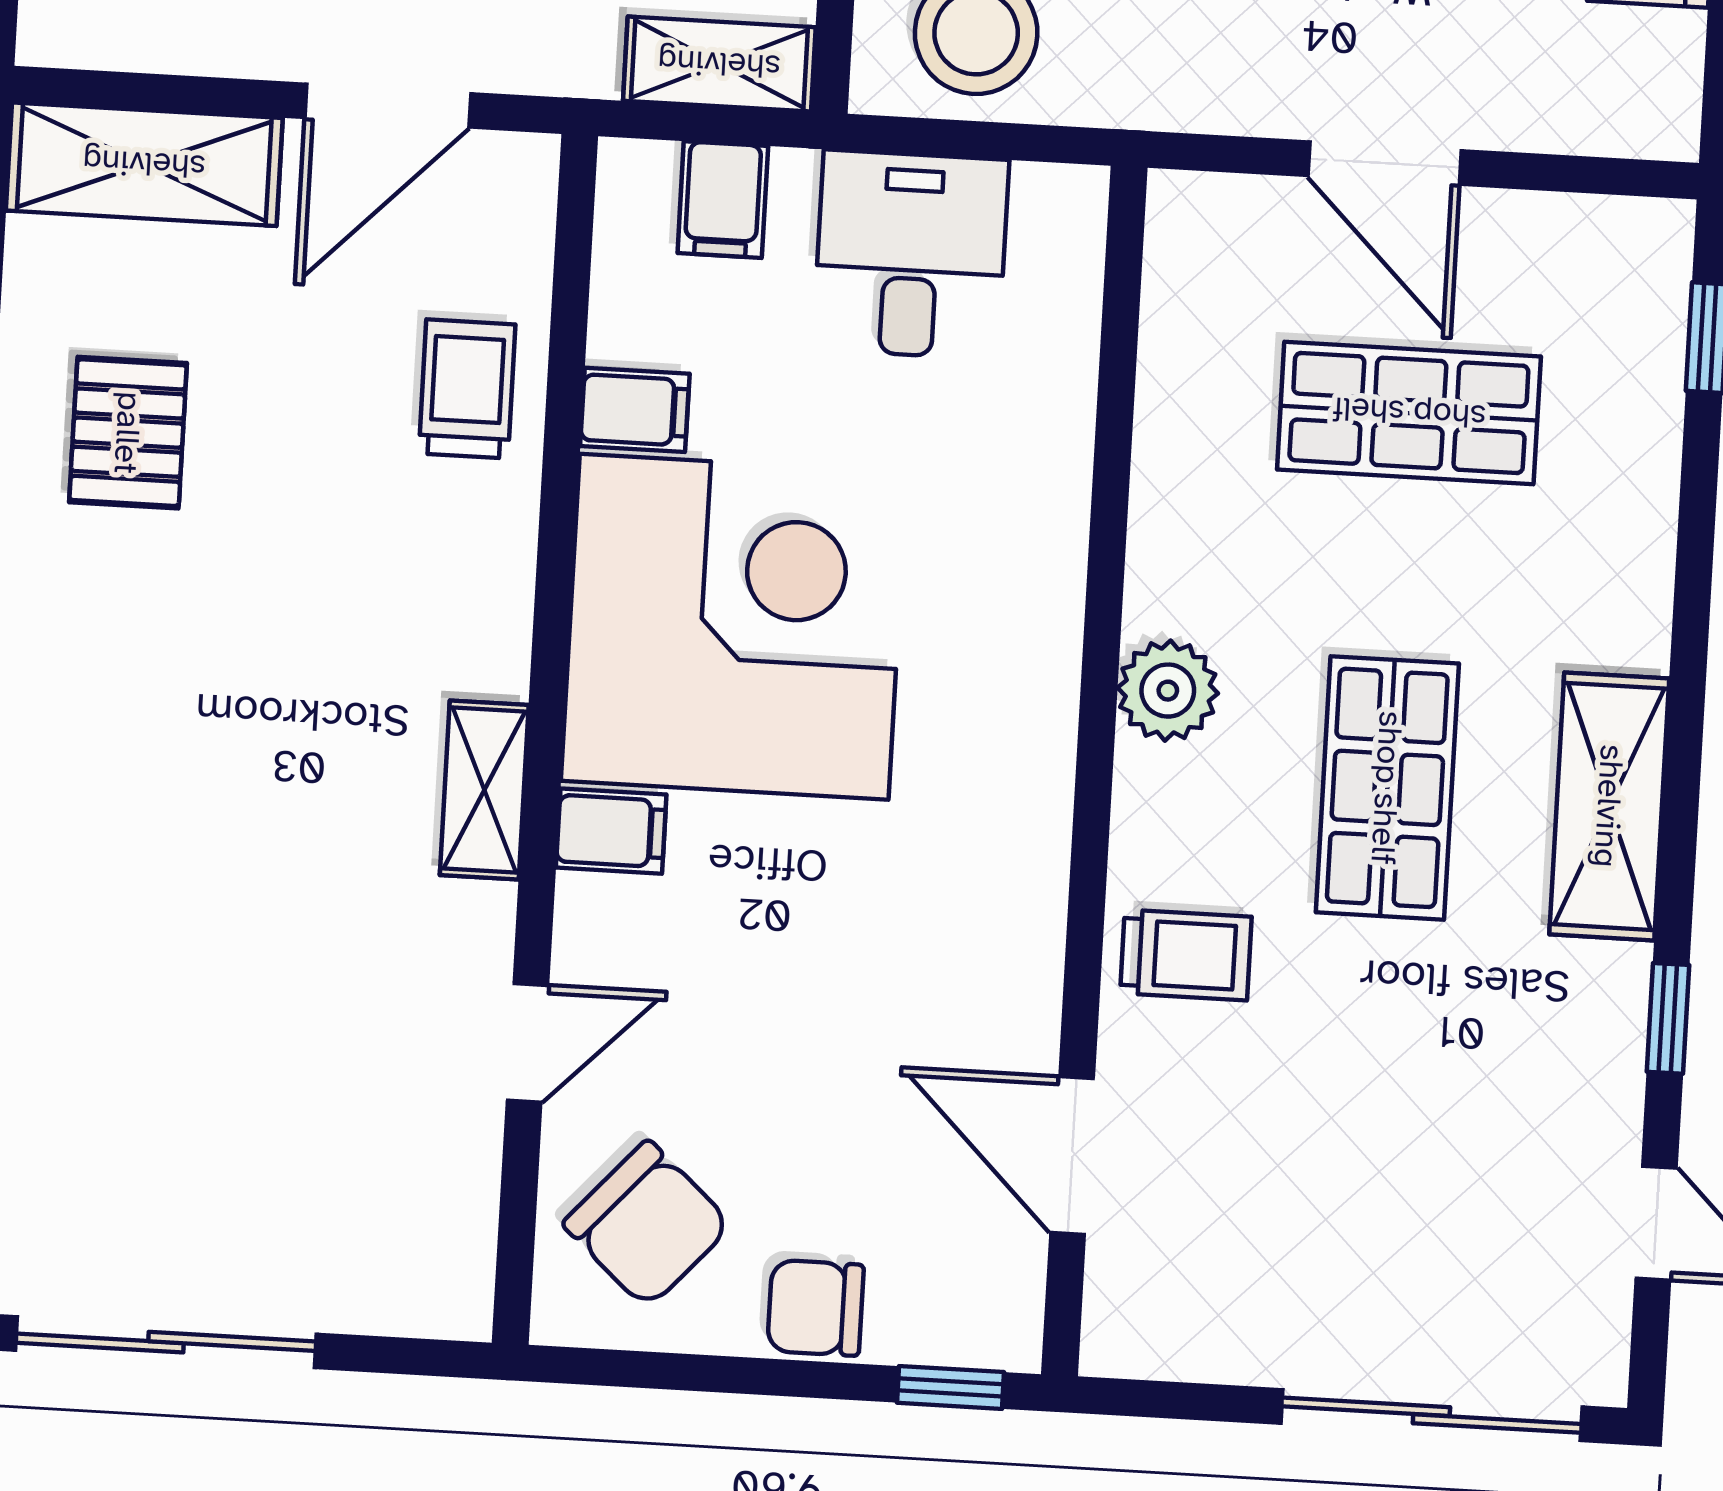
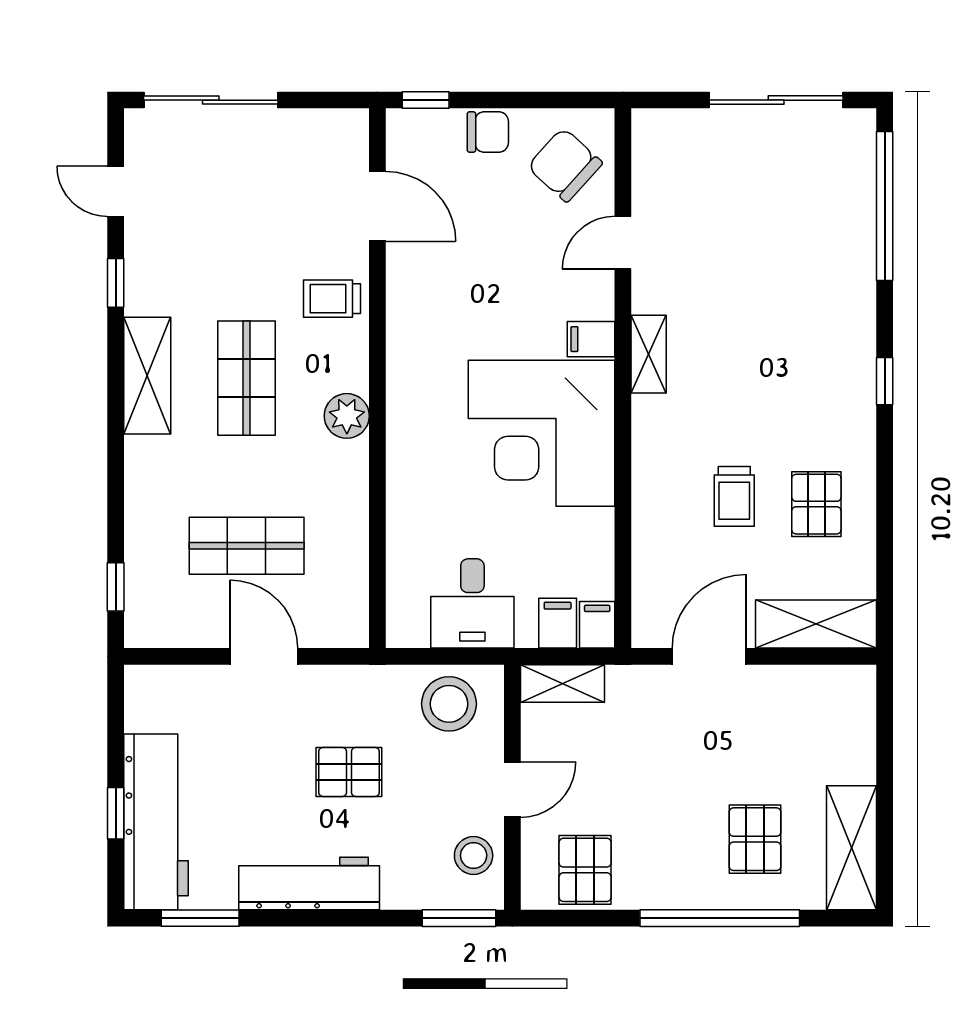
trolley: (467, 389) -> (734, 496), moved
filing cabinet: (635, 410) -> (597, 625), moved, turned 90

